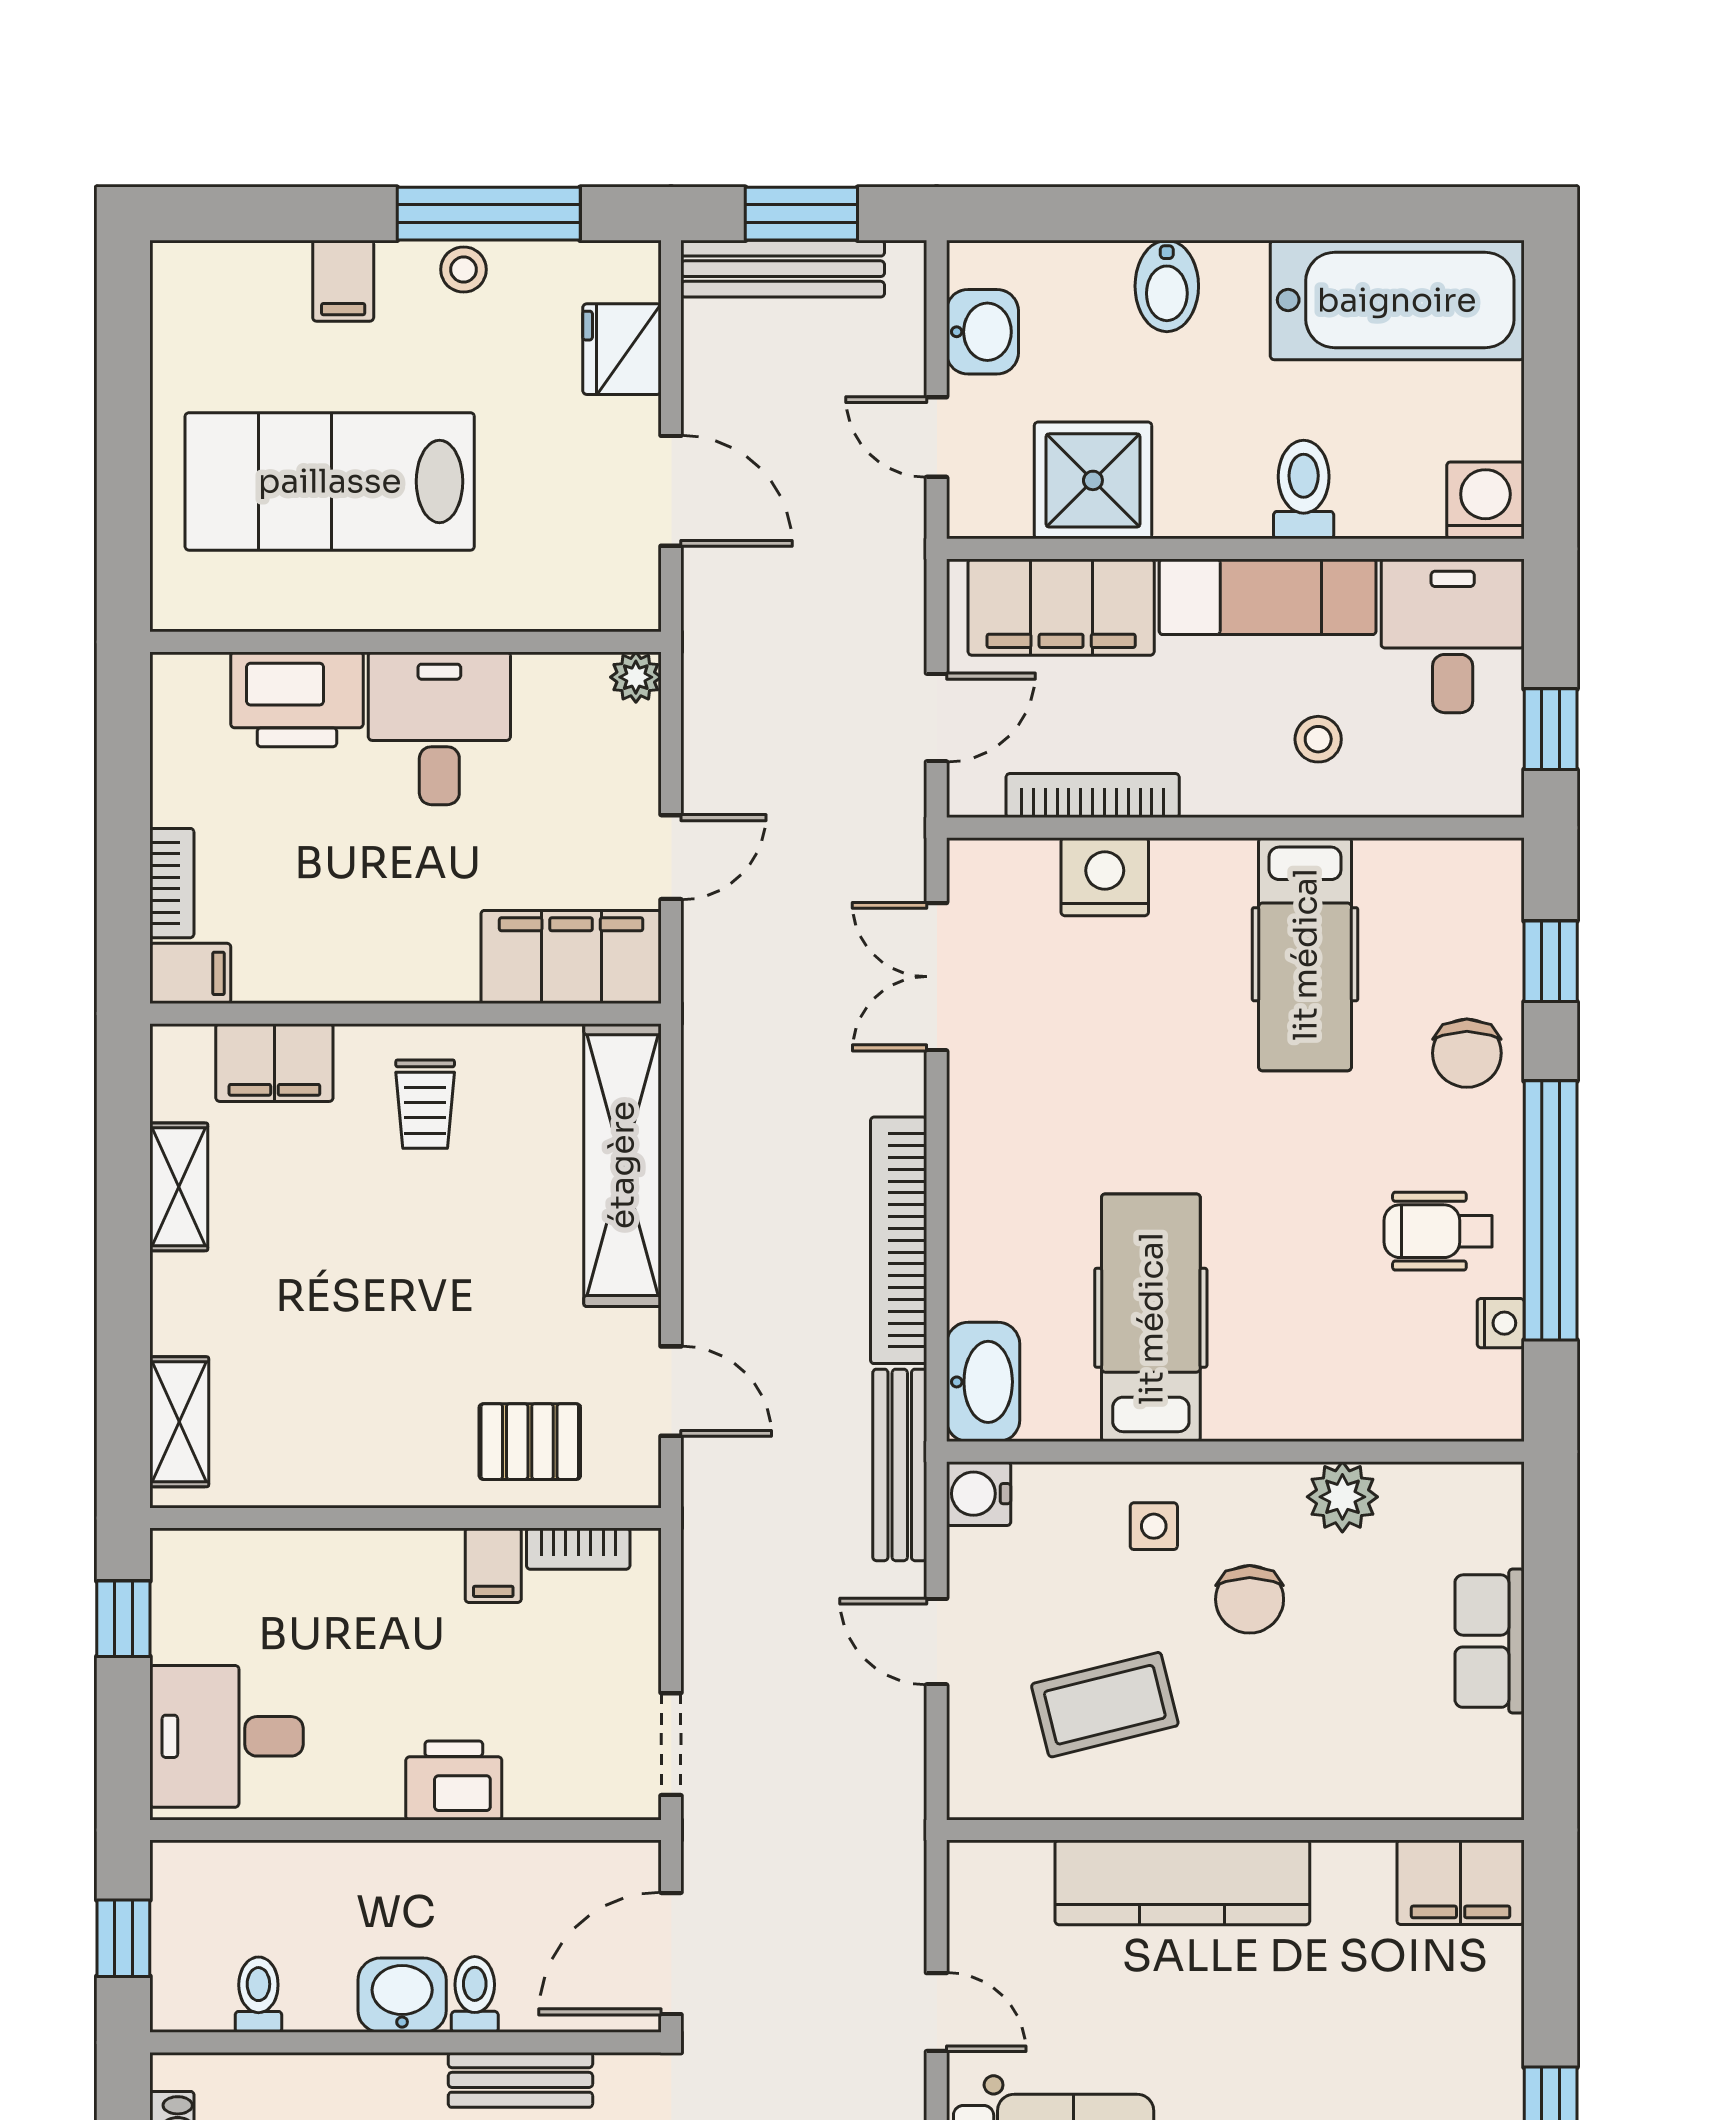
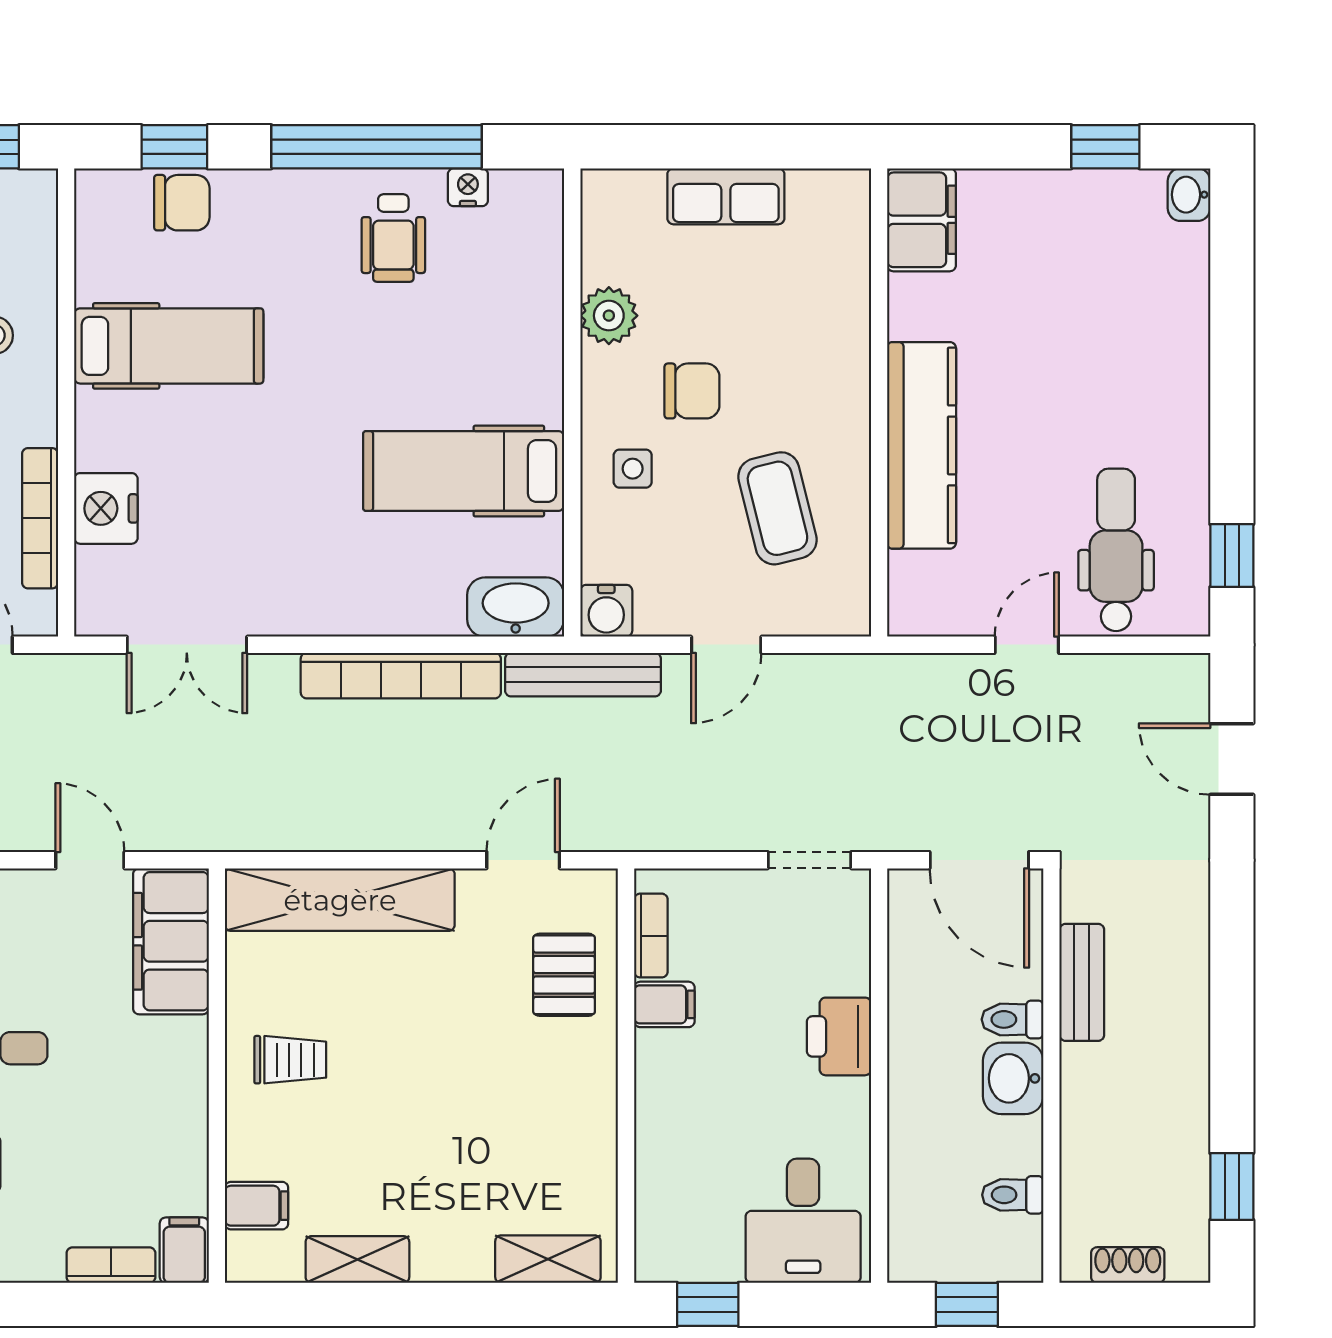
chair: (1467, 1053) -> (182, 203), moved
filing cabinet: (274, 1063) -> (257, 1206), width x0.50

